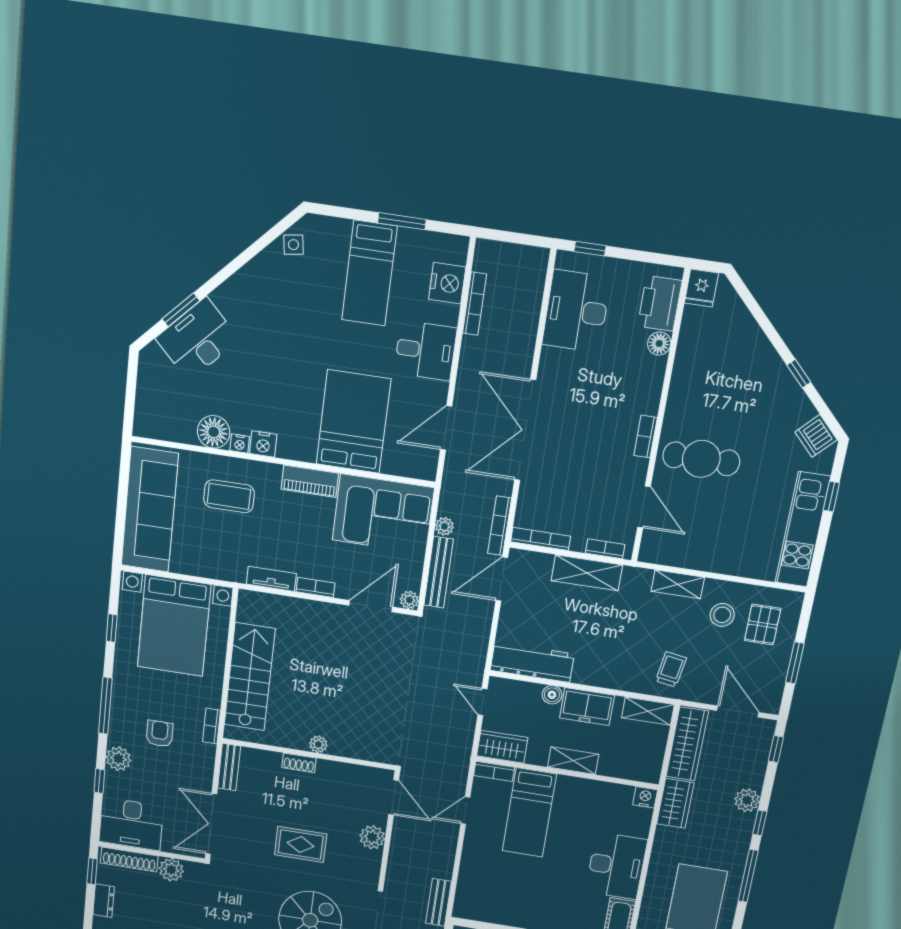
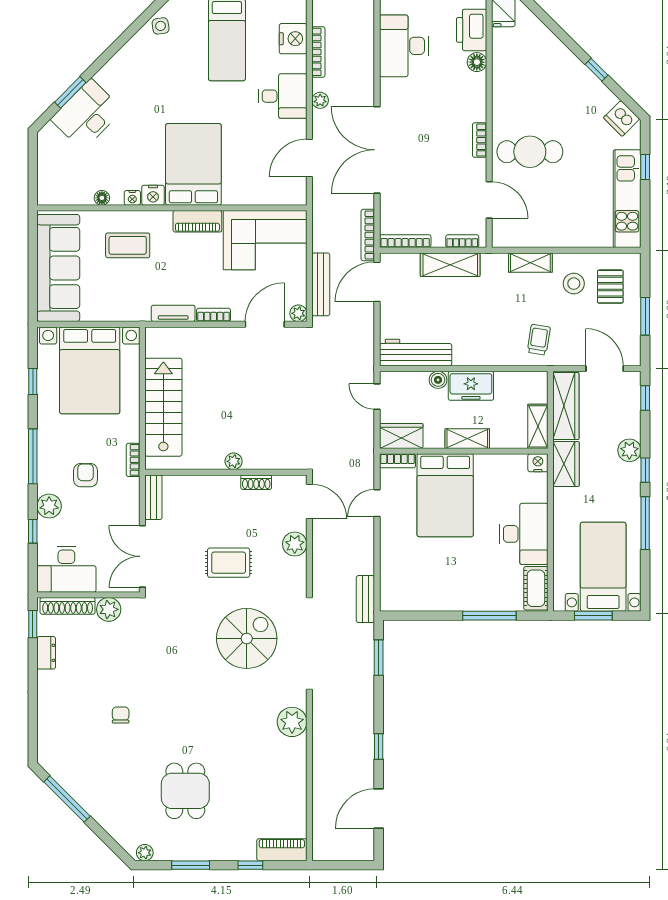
bed: (353, 422) -> (193, 164), moved
floor lamp: (214, 432) -> (102, 198), width x0.53, depth x0.53
plant: (444, 526) -> (320, 100), moved
shelving: (648, 711) -> (538, 426), moved, turned 90
shoe rack: (299, 763) -> (256, 482), moved
bed: (529, 813) -> (445, 495), width x1.50

